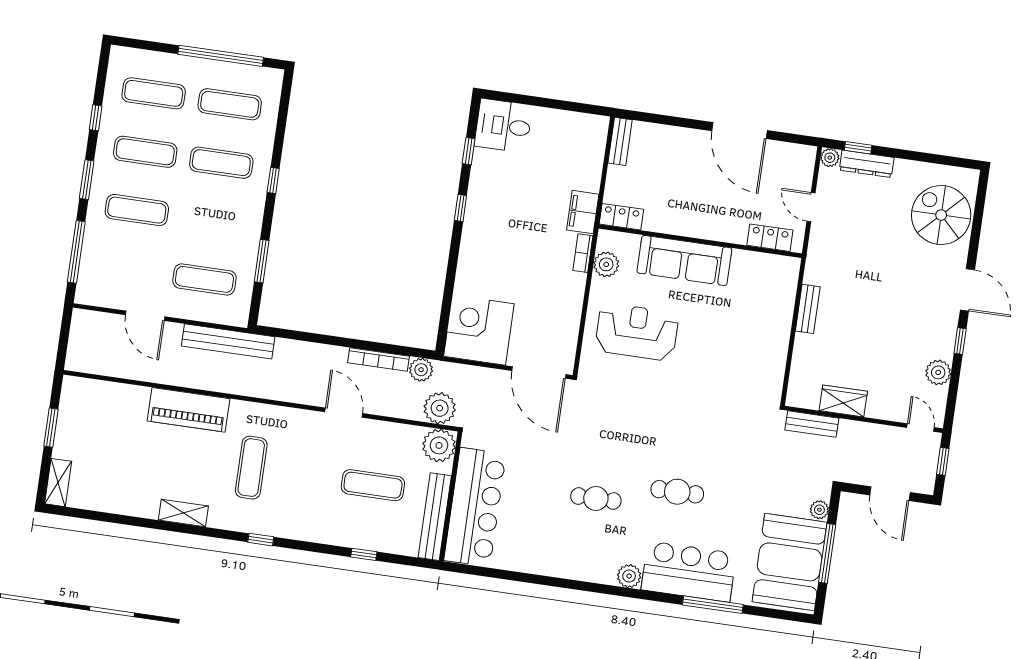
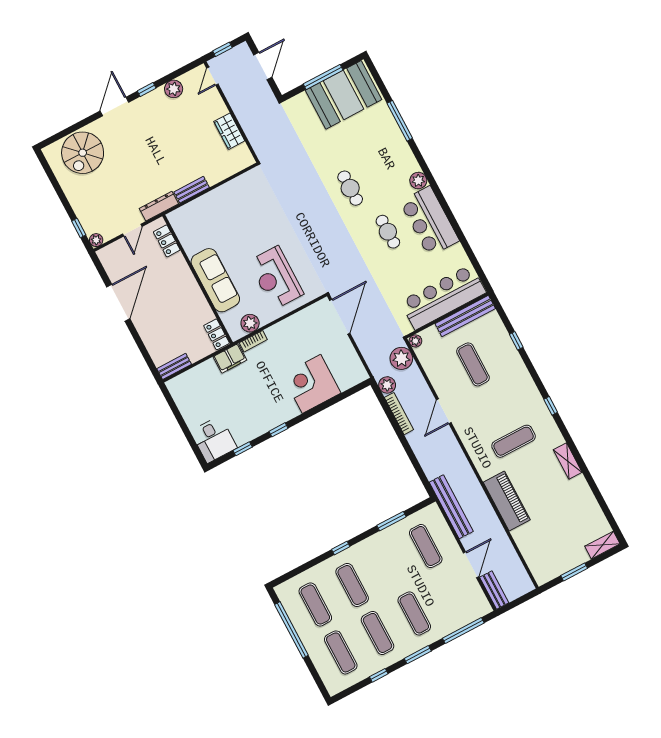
dresser: (867, 164) -> (159, 206), moved, turned -90
corner desk: (479, 330) -> (311, 384), moved, turned 90
bench: (812, 424) -> (494, 590), moved
plant: (439, 445) -> (415, 341), width x0.53, depth x0.53
plant: (819, 510) -> (301, 100), removed
bar counter: (689, 572) -> (429, 221), moved

